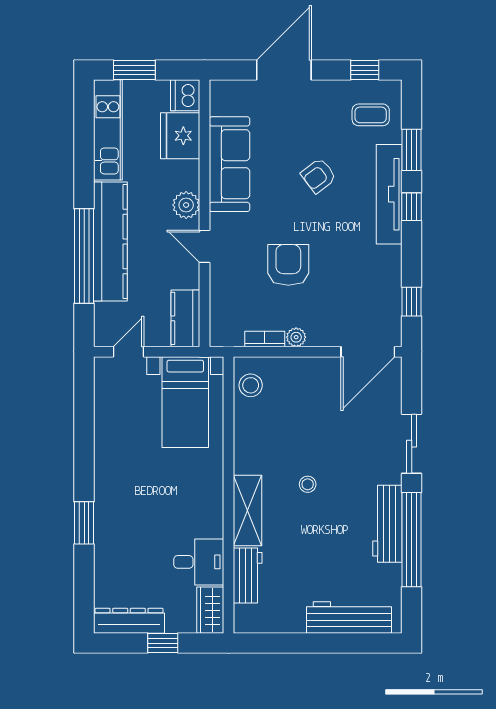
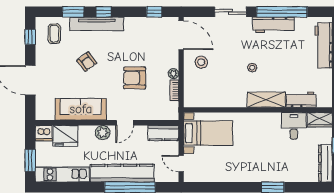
stool: (251, 385) -> (201, 62), moved

